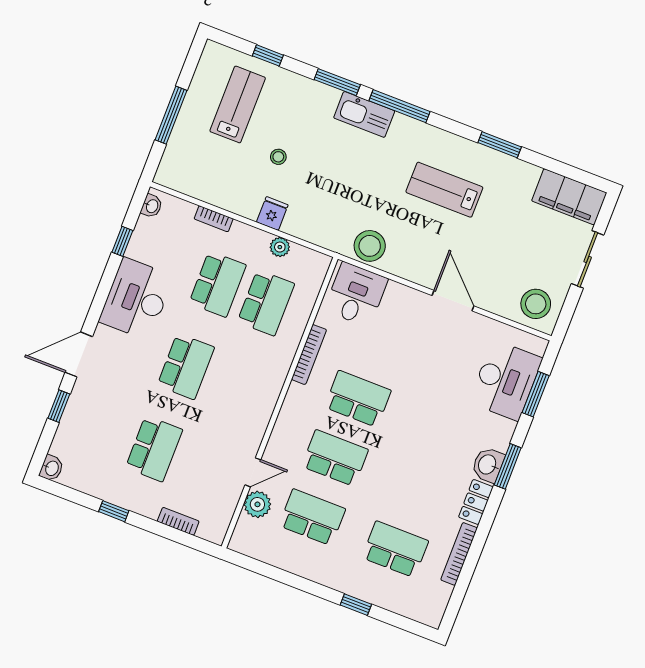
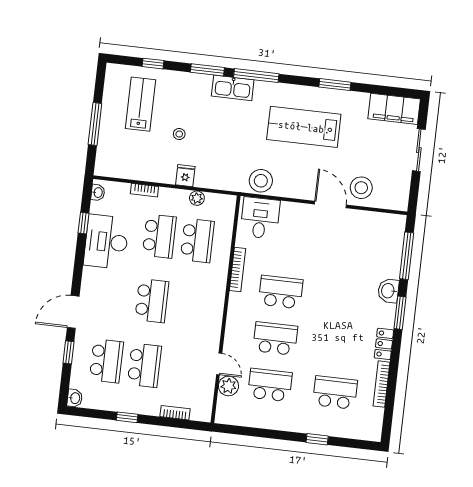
lab bench: (444, 190) -> (304, 127), width x1.36, depth x1.39
desk: (136, 299) -> (106, 242), moved
stool: (536, 304) -> (361, 188), moved
desk: (506, 380) -> (383, 252), removed
window: (536, 394) -> (407, 256), width x1.44
school desk: (106, 430) -> (106, 361), added
washbasin: (488, 465) -> (388, 291), moved
door: (253, 472) -> (219, 364), hinge flipped

